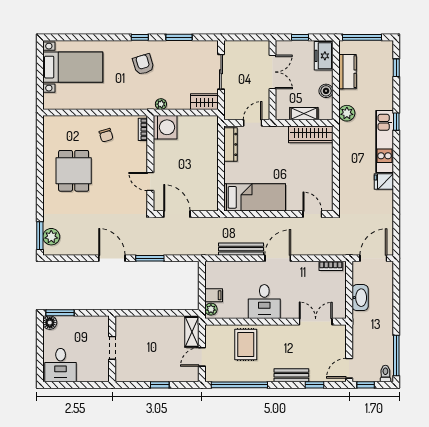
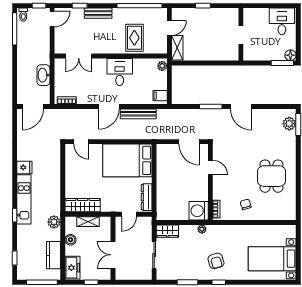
bed: (255, 197) -> (127, 160), width x1.50
filing cabinet: (214, 295) -> (160, 96), moved

